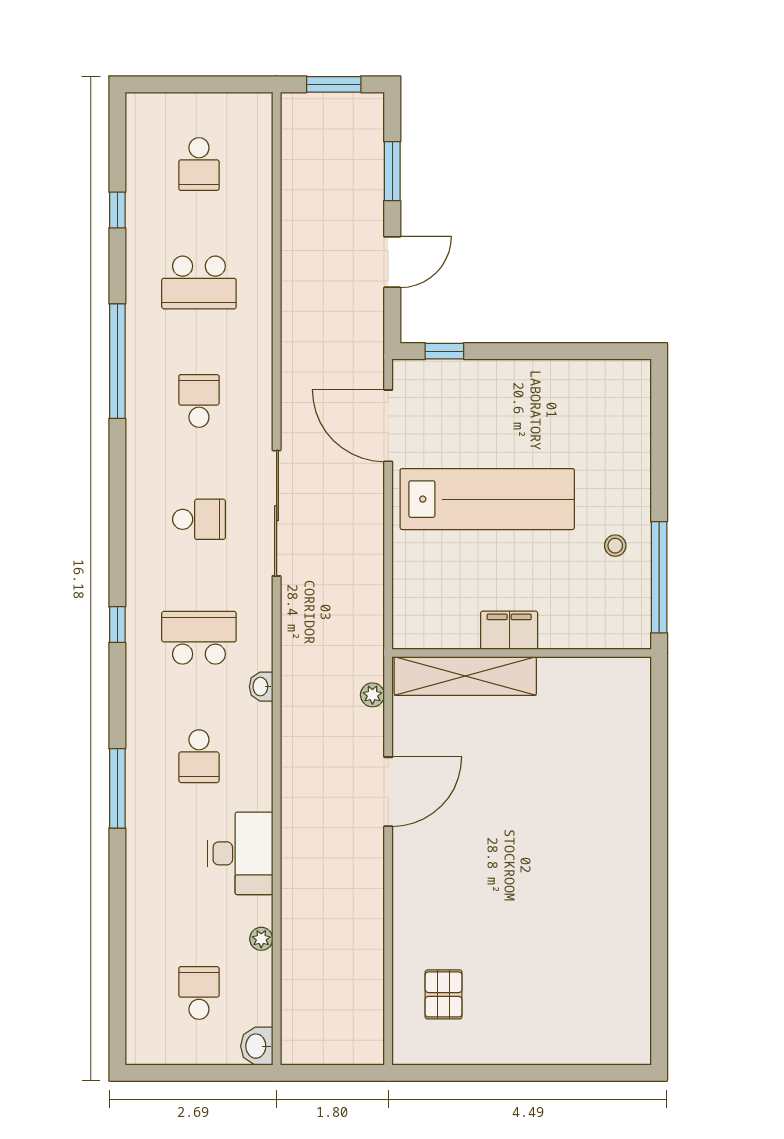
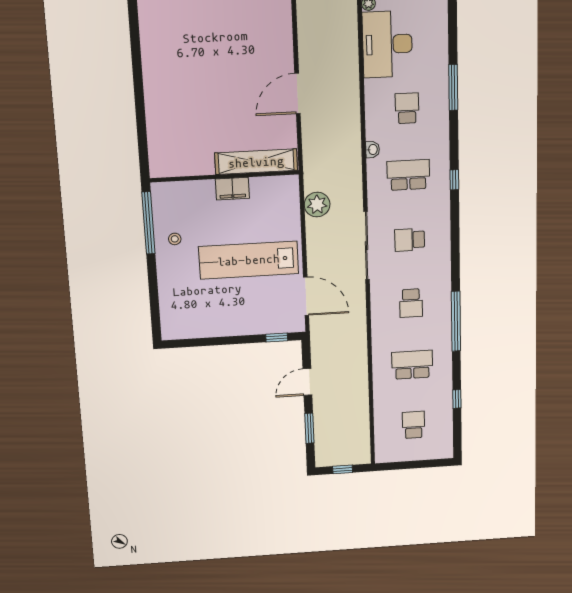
window: (334, 84) -> (343, 469), width x0.67
school desk: (199, 638) -> (408, 175), turned 180
plant: (372, 695) -> (317, 205), moved, width x1.87, depth x1.87
desk: (240, 853) -> (387, 44), width x1.36, depth x1.30

